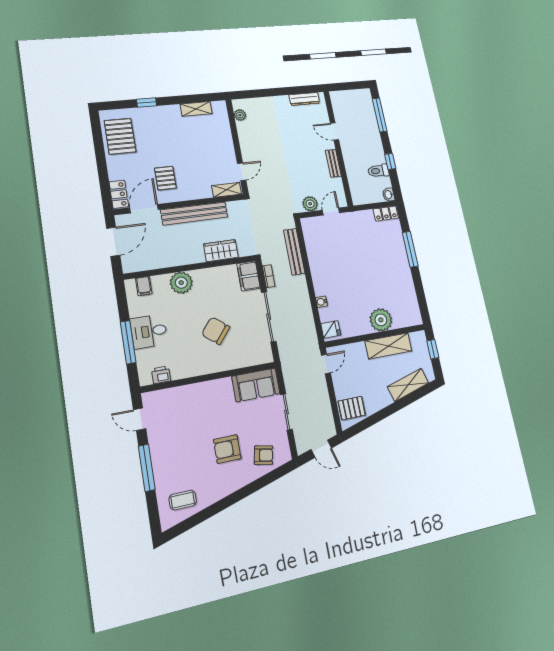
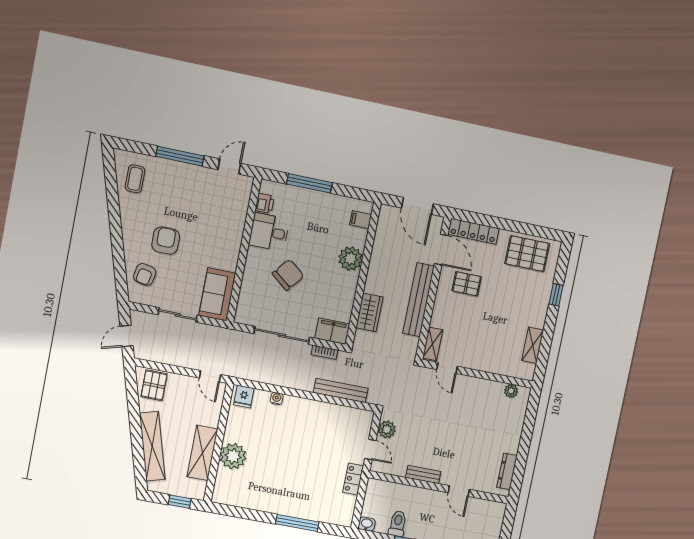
door: (335, 132) -> (459, 491), swing flipped
locker: (119, 194) -> (474, 231), width x1.53
locker: (386, 214) -> (353, 479), moved
desk: (149, 331) -> (269, 232), moved, turned -90
shelving: (408, 385) -> (152, 446), width x1.47

